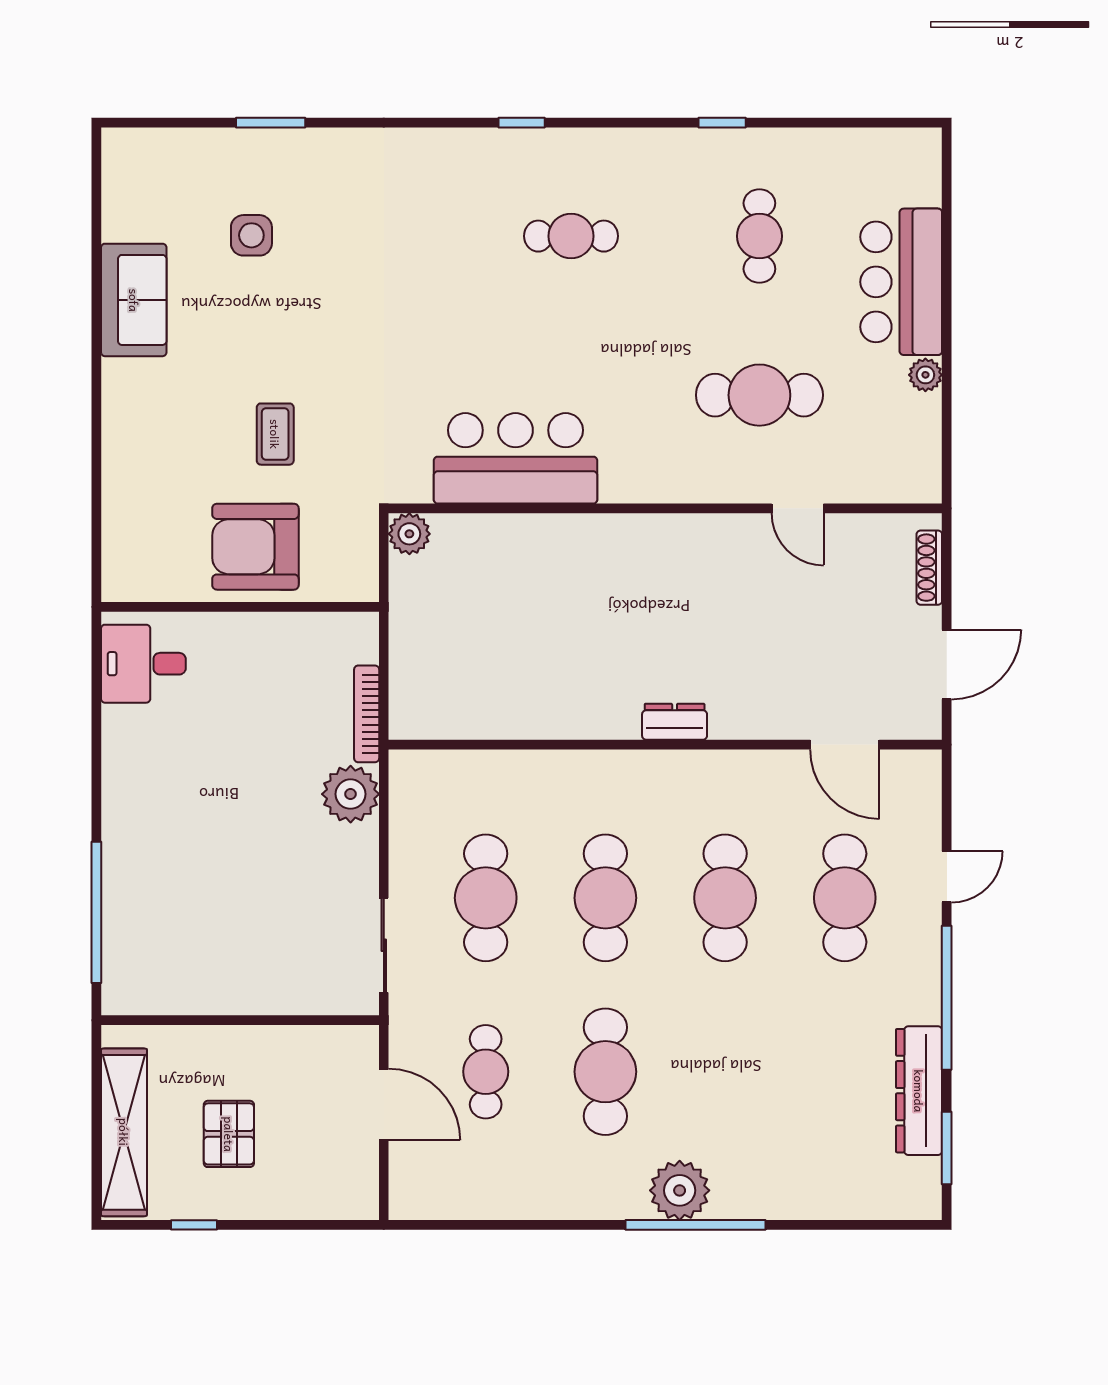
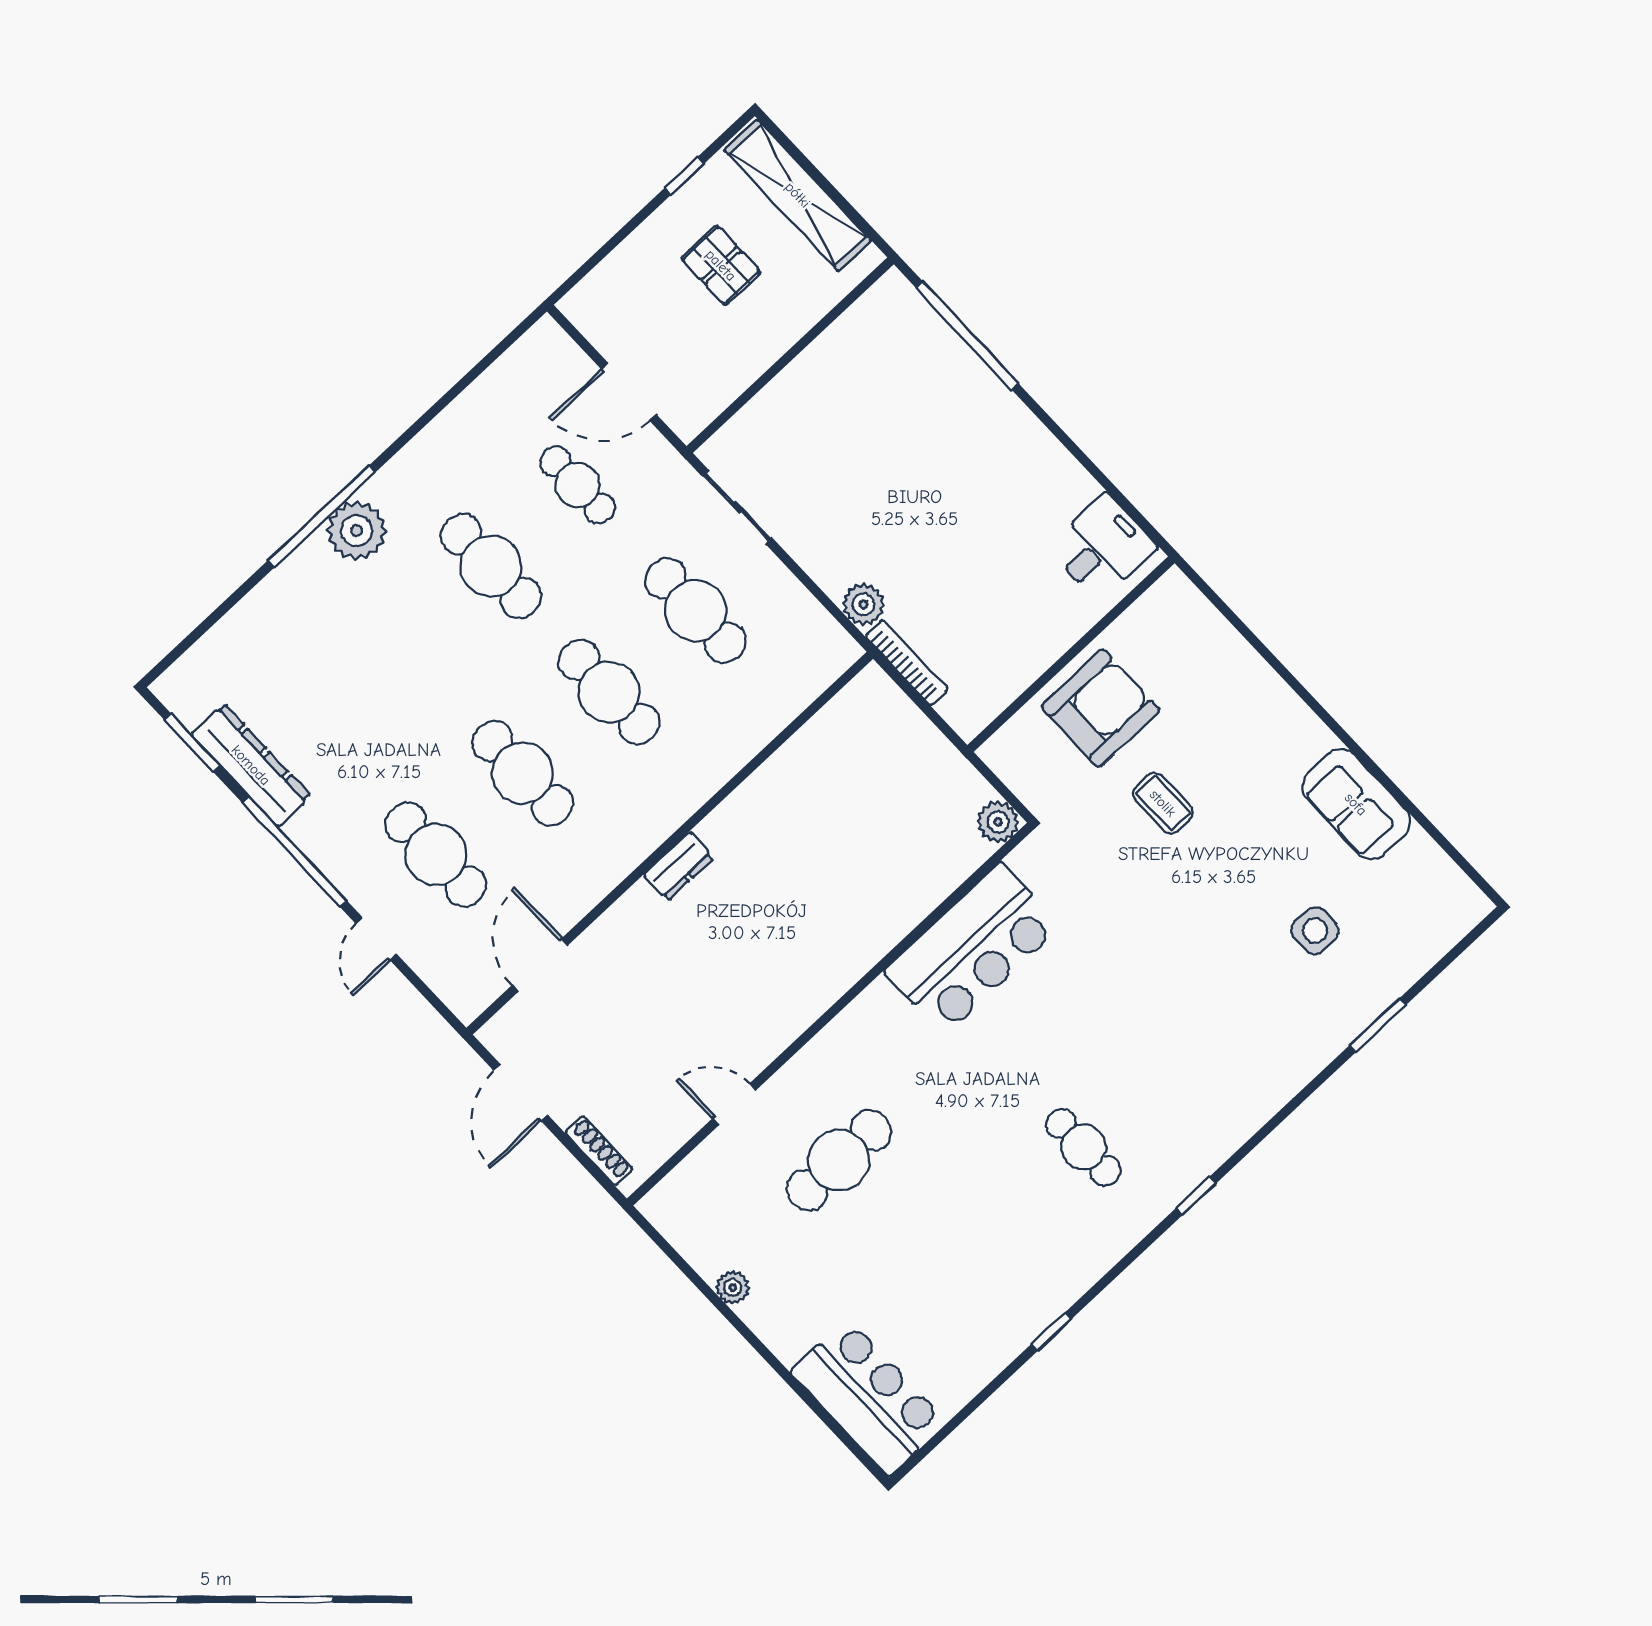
cafe table: (571, 236) -> (1083, 1147), turned 90
cafe table: (759, 236) -> (947, 1275), removed
bar counter: (901, 282) -> (868, 1397), moved
door: (845, 745) -> (540, 965), hinge flipped
plant: (351, 794) -> (863, 604), width x0.73, depth x0.73

